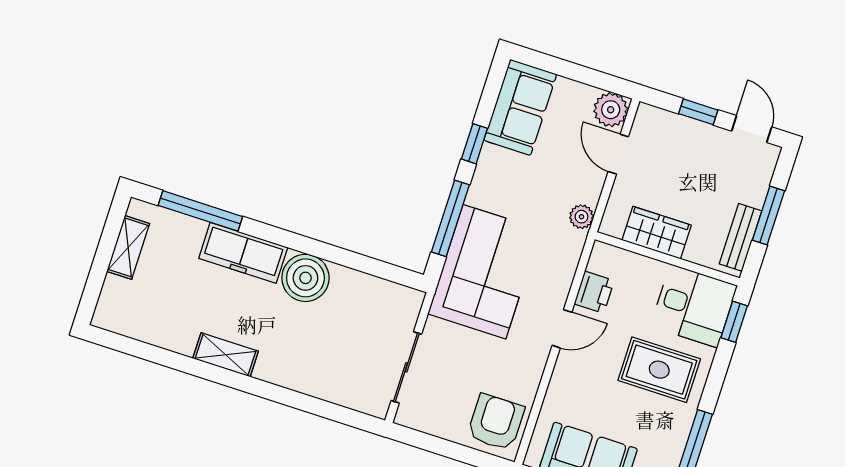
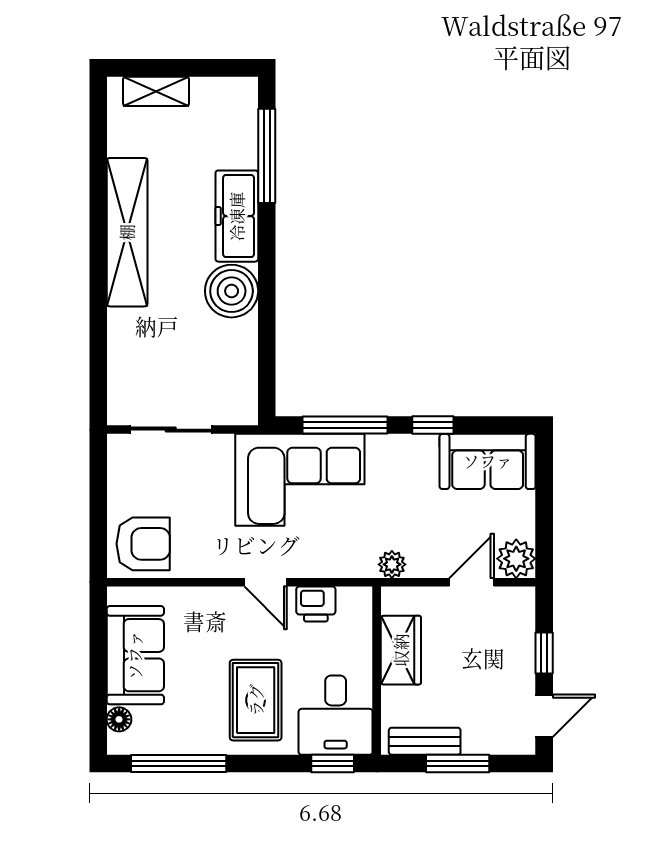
shelving: (128, 247) -> (156, 91), moved
shelving: (226, 355) -> (127, 232), width x2.20, depth x1.33

